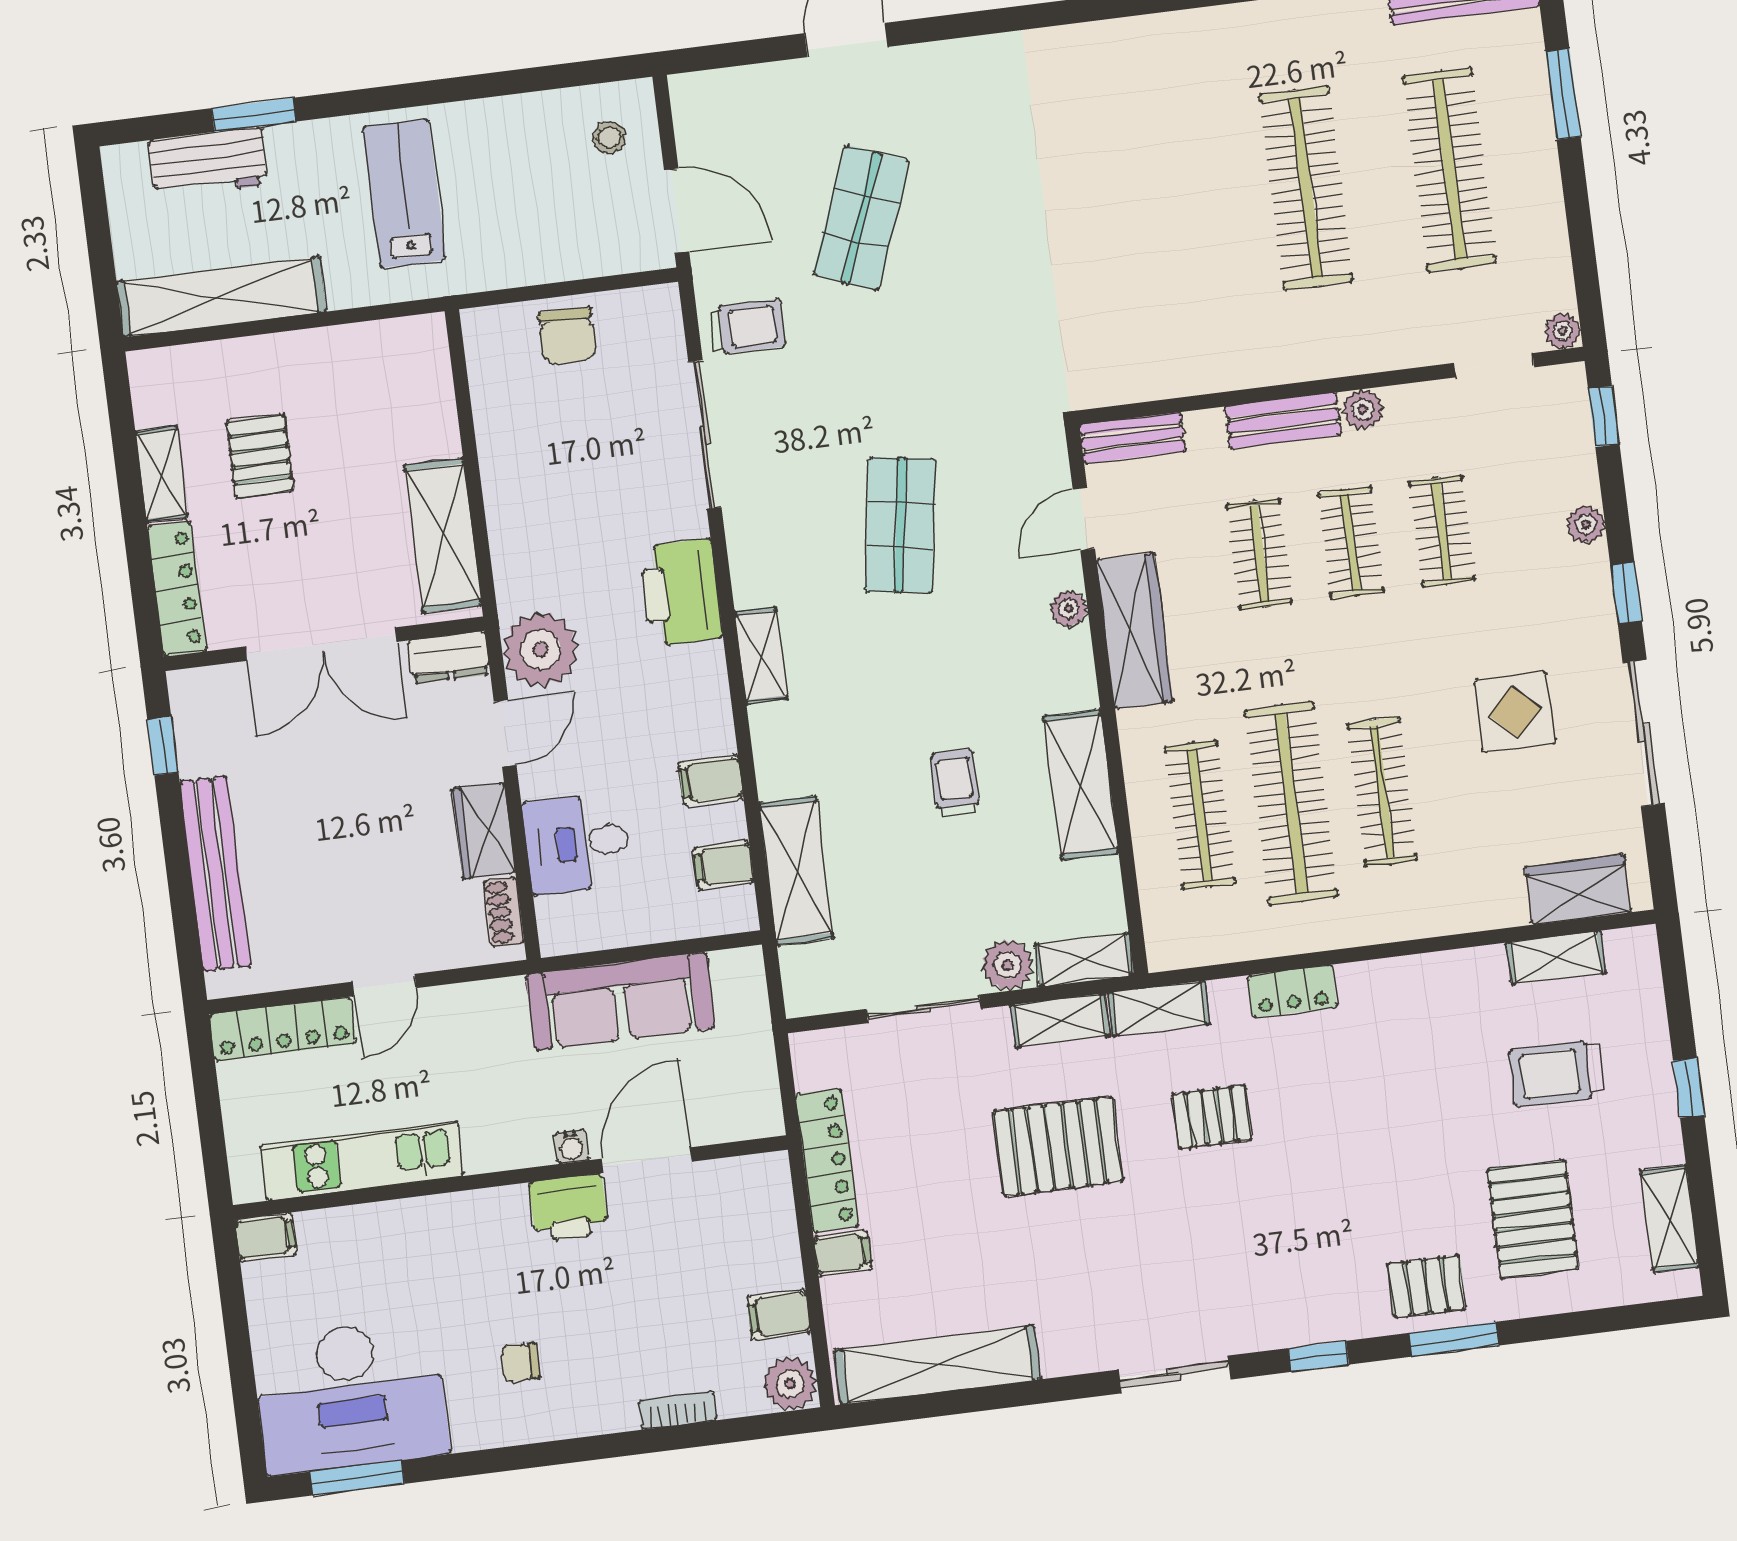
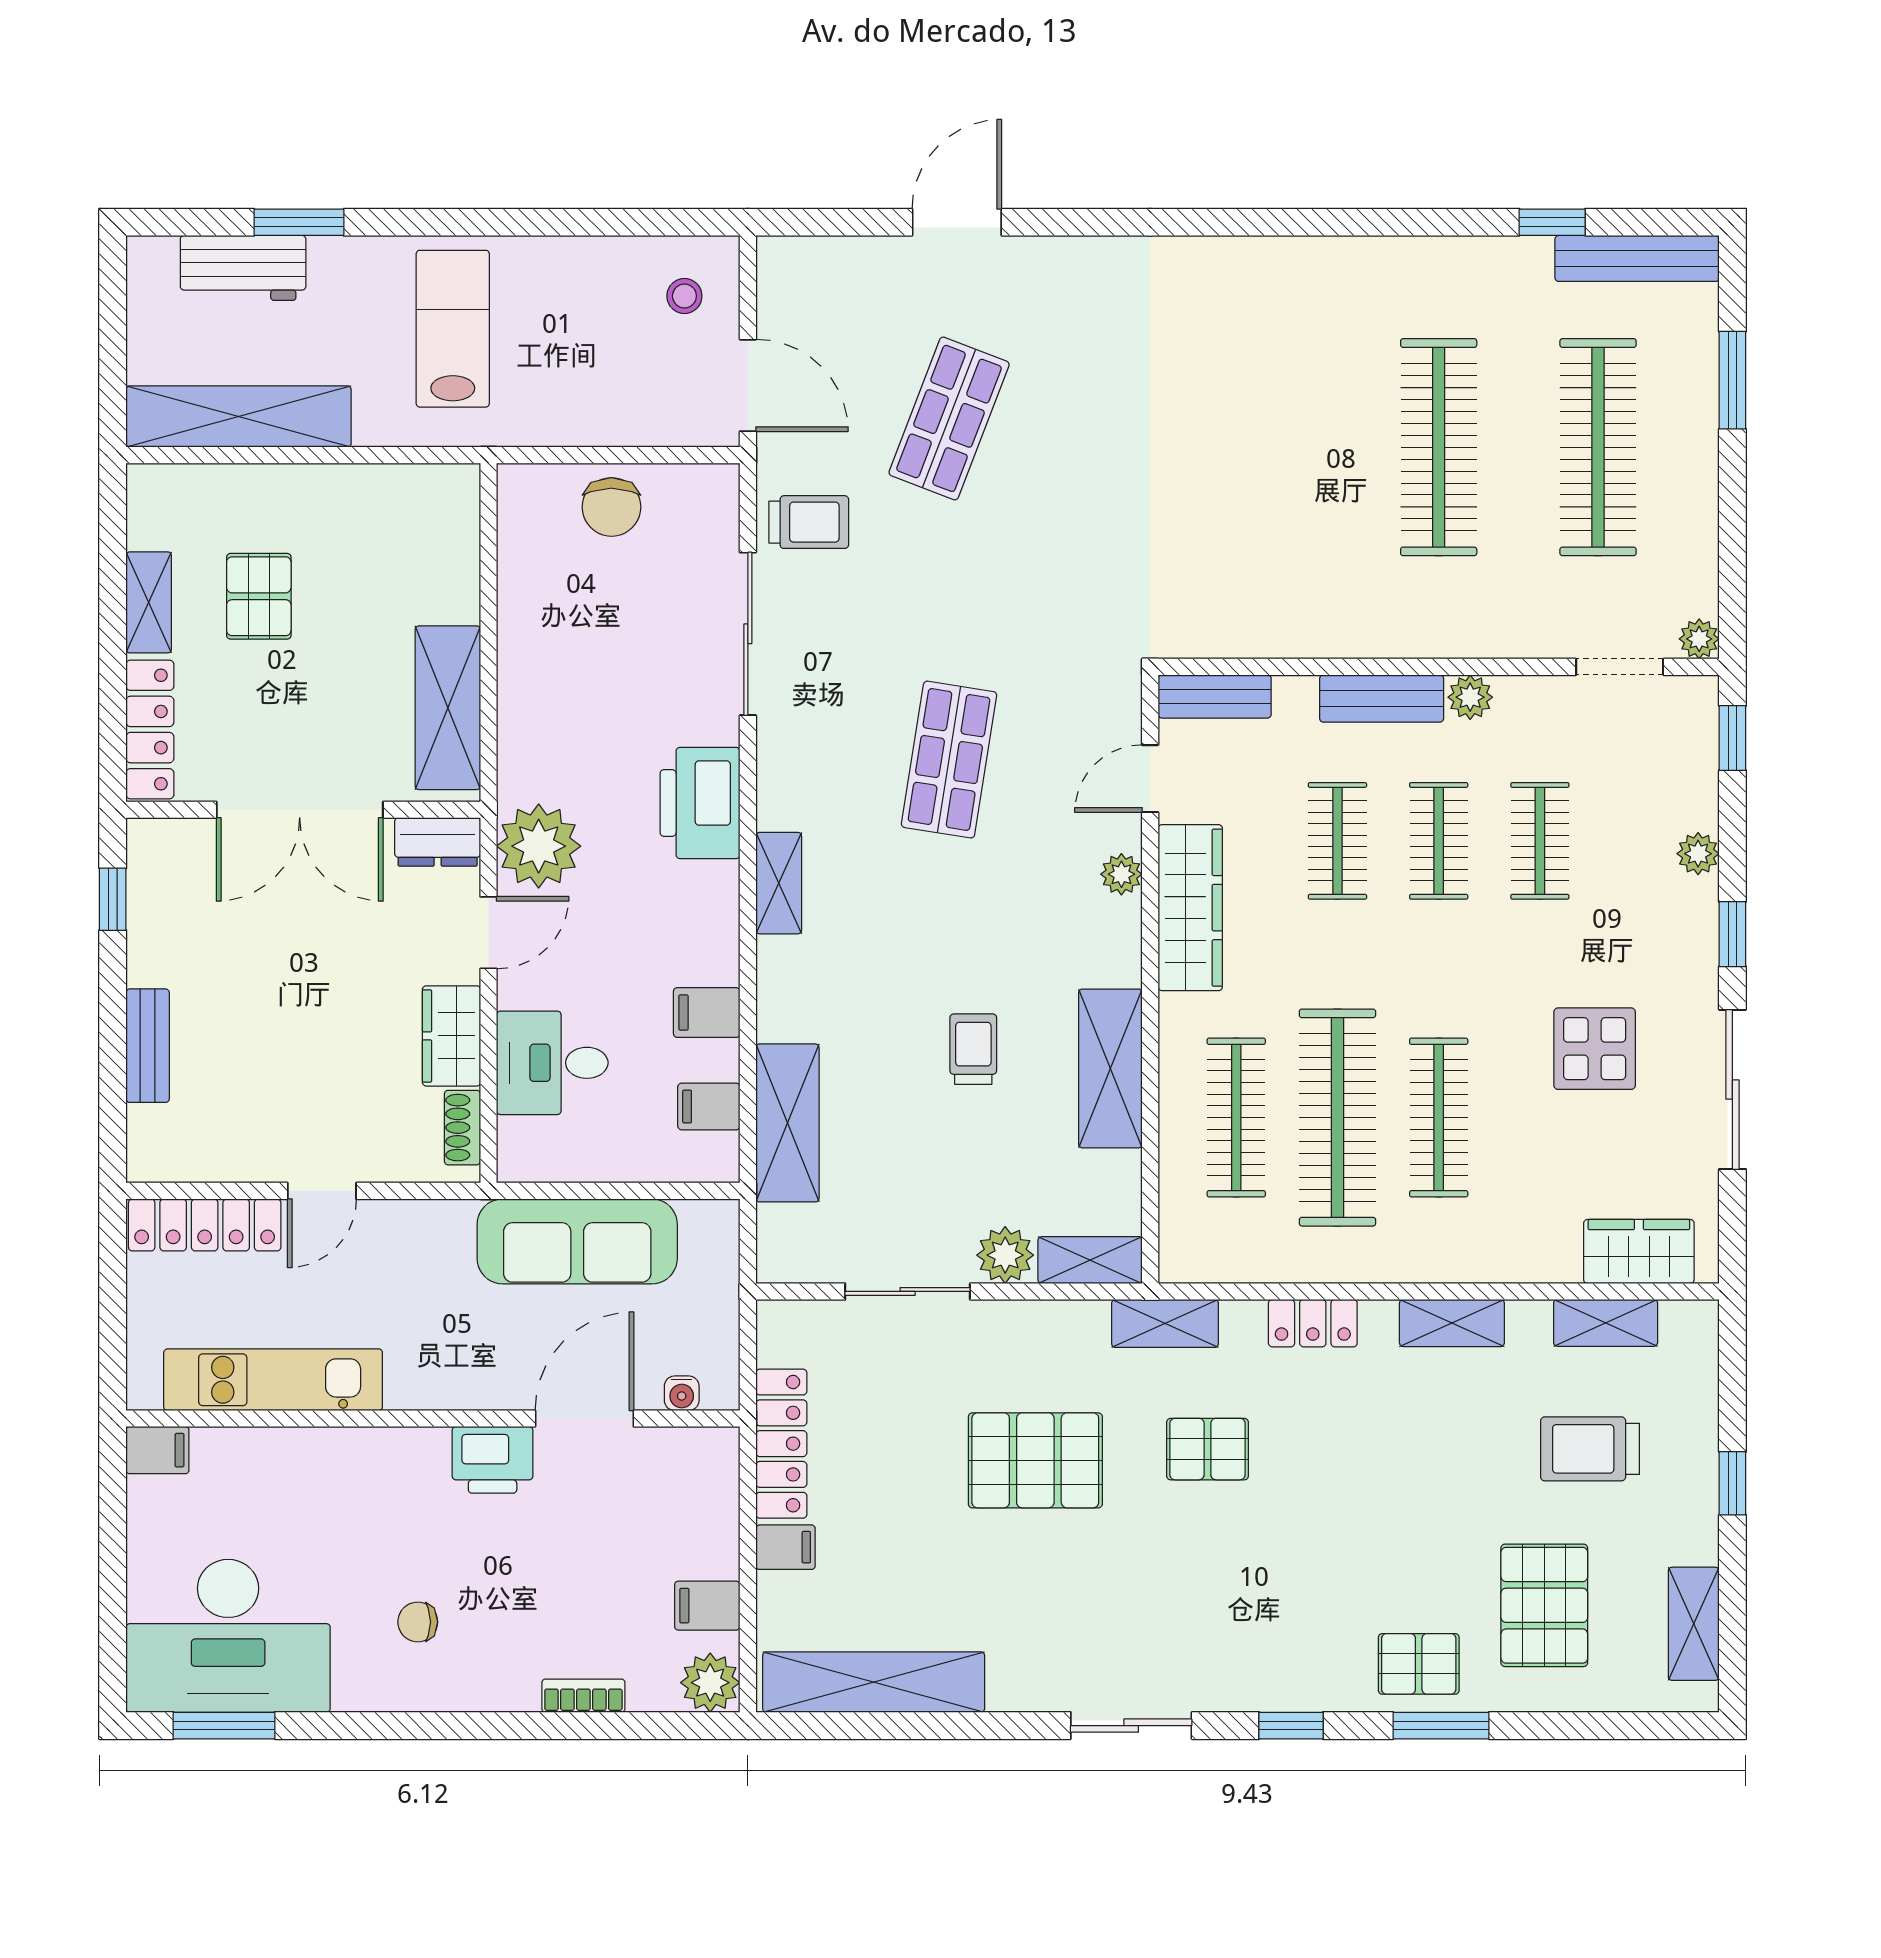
bench: (215, 873) -> (148, 1046), width x0.54, depth x0.82
shelving: (1060, 1021) -> (1452, 1323), moved
water cooler: (571, 1147) -> (682, 1393), moved

